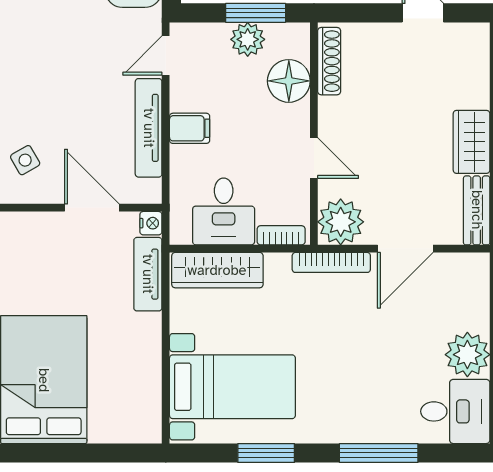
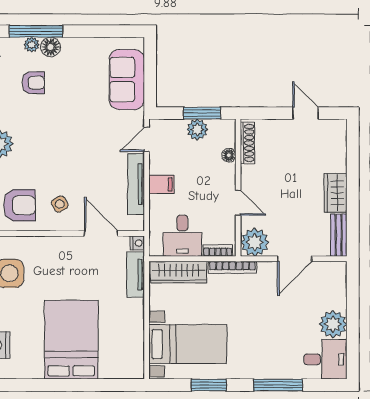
floor lamp: (289, 81) -> (229, 155), width x0.53, depth x0.53
bookcase: (331, 262) -> (232, 267), moved

